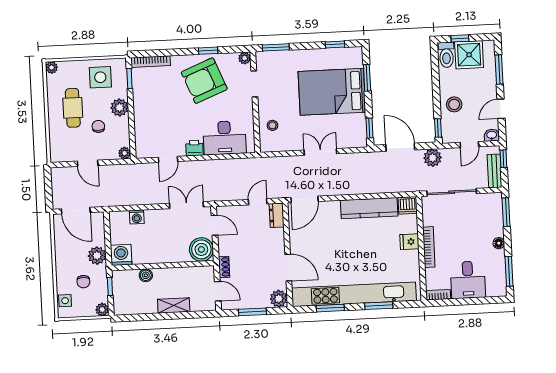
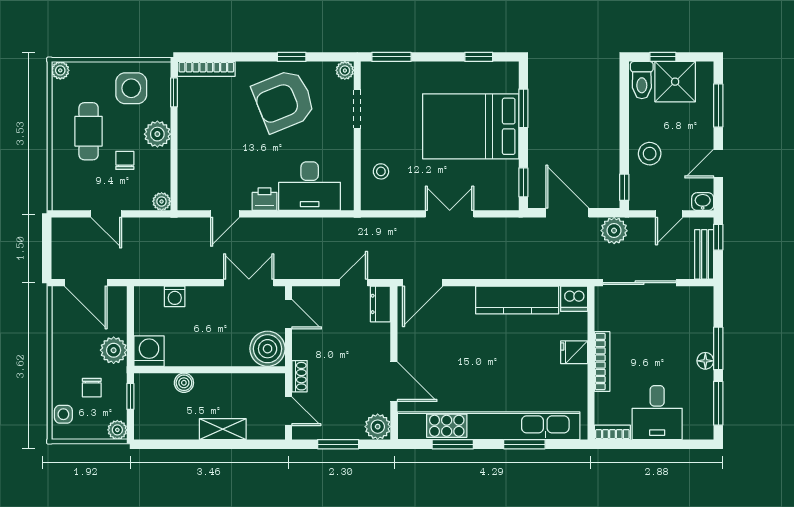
window: (506, 212) -> (718, 348), moved

